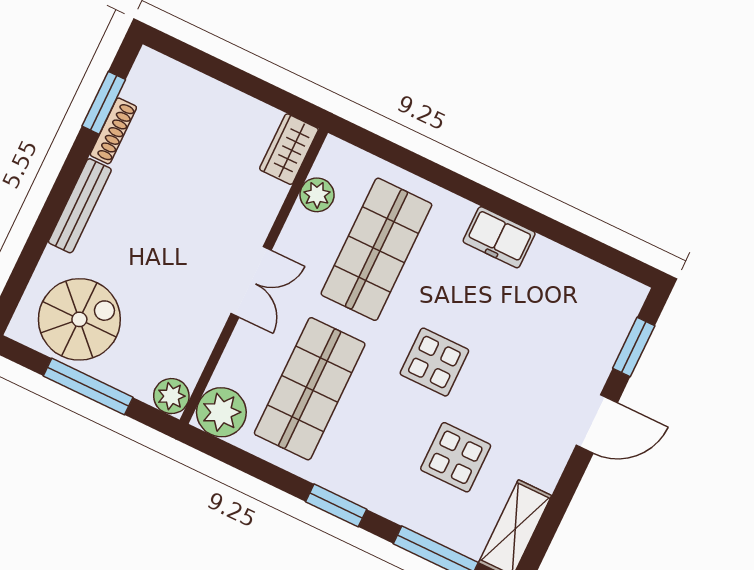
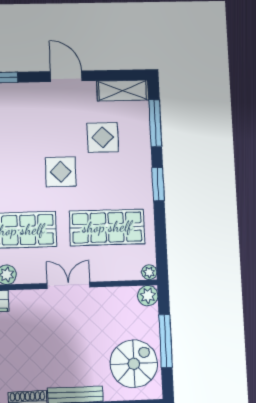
spiral stairs: (79, 319) -> (134, 364), turned 90
plant: (221, 412) -> (149, 272), width x0.53, depth x0.53
door: (597, 424) -> (66, 76), moved

